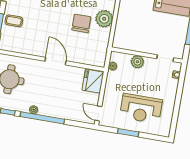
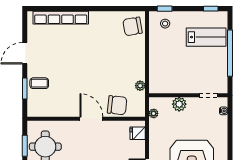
plant: (104, 19) -> (140, 86), moved, width x0.53, depth x0.53
chair: (81, 23) -> (117, 105), moved, turned 96
fridge: (93, 81) -> (138, 133), width x0.53, depth x0.75

